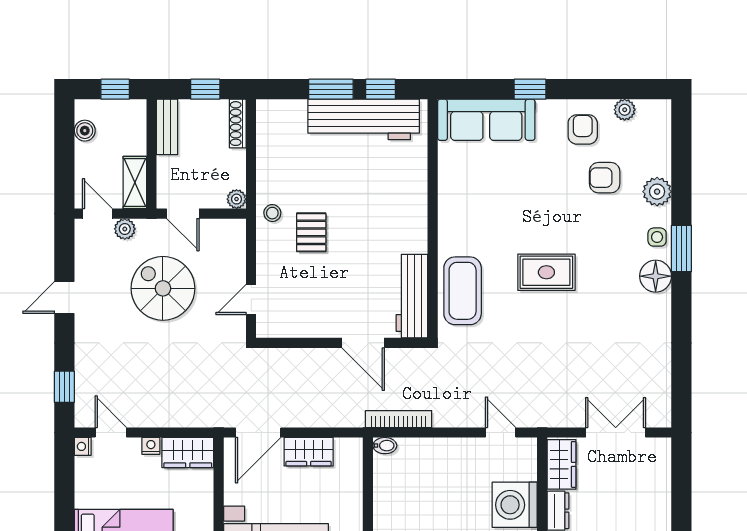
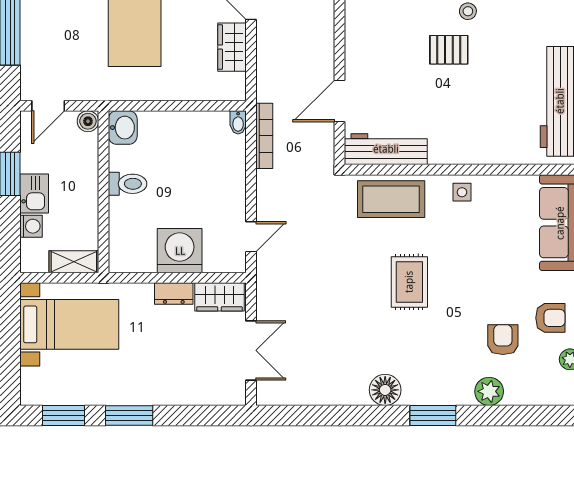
side table: (657, 237) -> (462, 192), moved
floor lamp: (656, 276) -> (385, 390), moved

